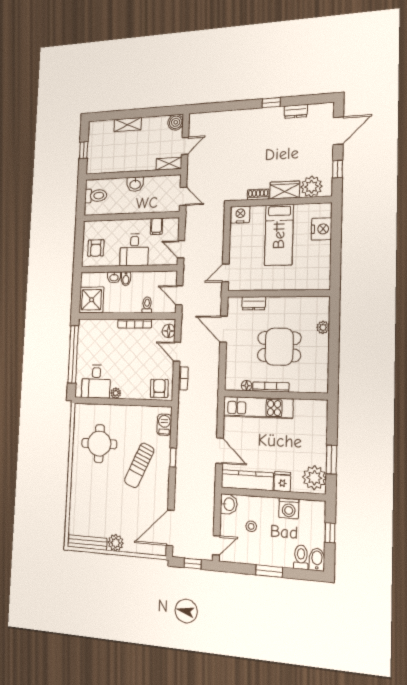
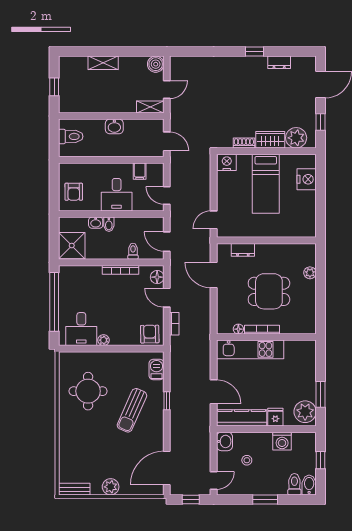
bench: (87, 542) -> (74, 489), width x0.73

